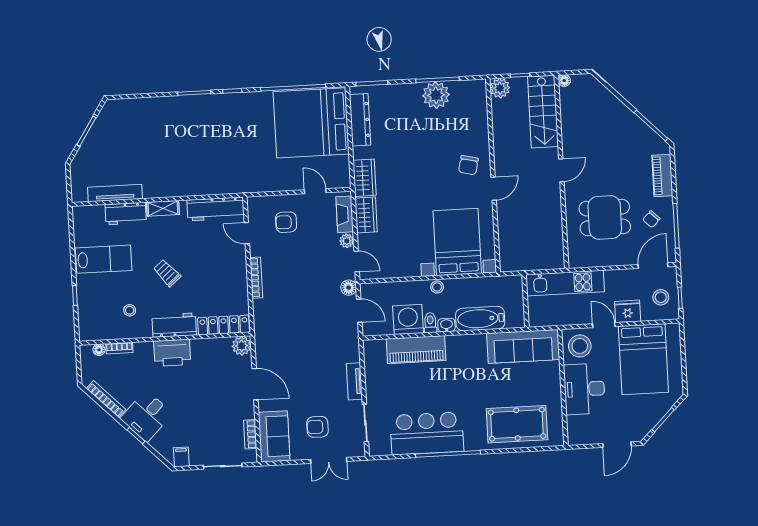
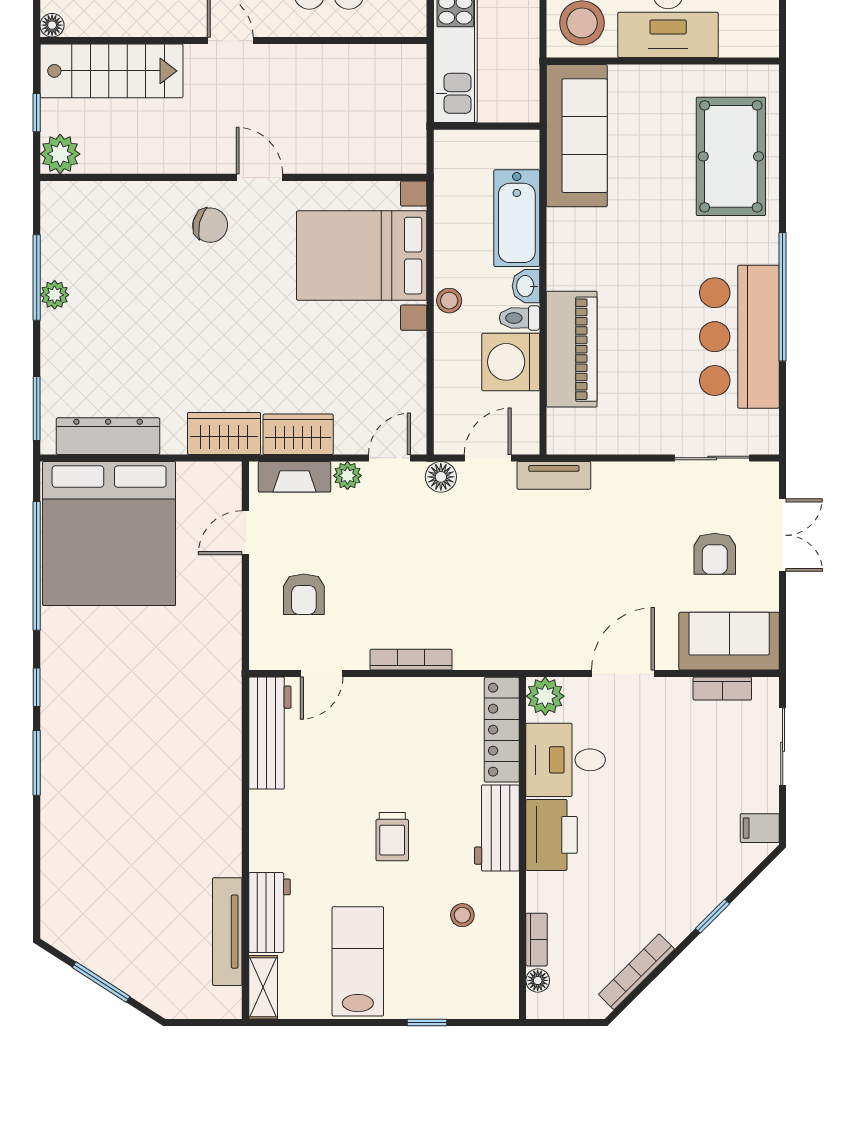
plant: (436, 95) -> (55, 295), width x0.53, depth x0.53
shelving: (163, 208) -> (263, 987), moved
trolley: (167, 273) -> (392, 837), turned -49
tv unit: (354, 381) -> (554, 475), moved
desk: (146, 416) -> (566, 760), moved, turned 135

